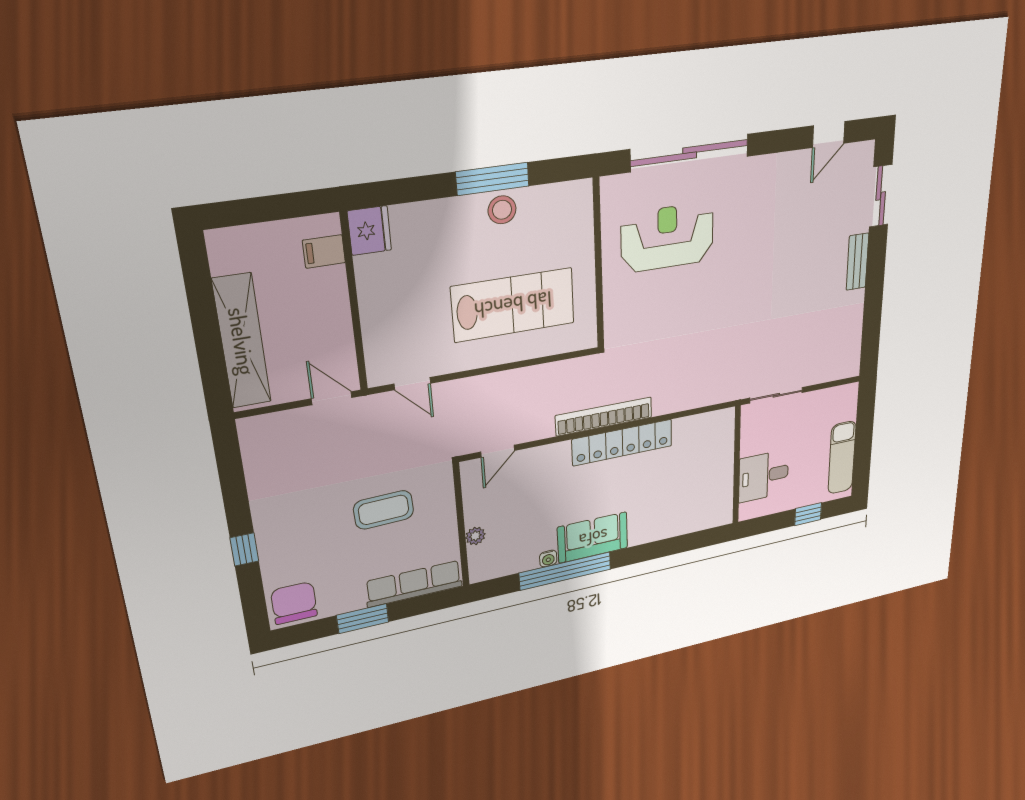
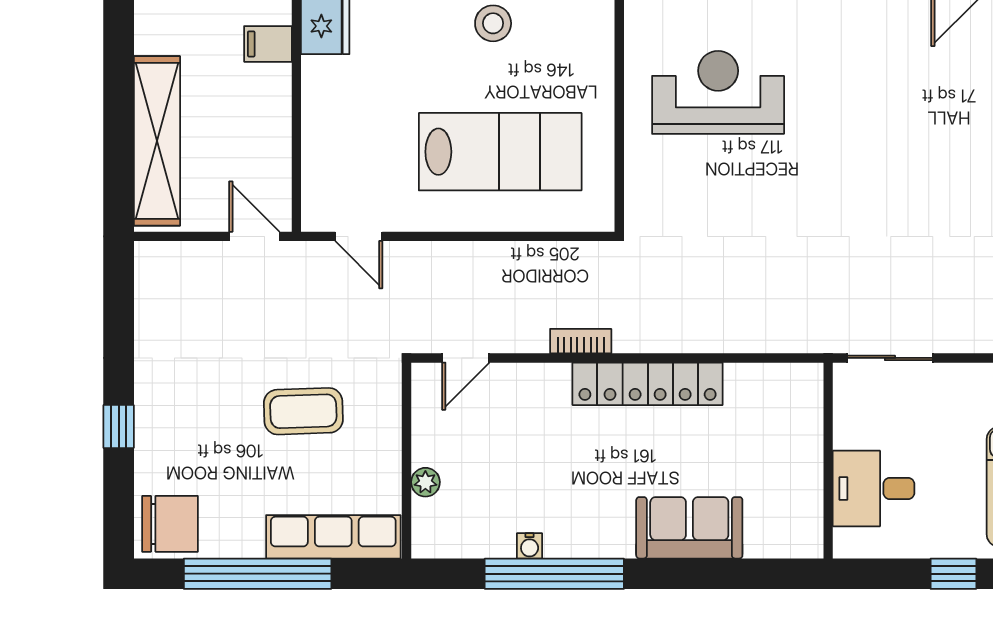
bookcase: (604, 416) -> (581, 341), width x0.43, depth x0.76
sofa: (593, 538) -> (689, 528), moved
chair: (294, 603) -> (170, 524), turned 90
window: (363, 619) -> (258, 574), width x2.11

